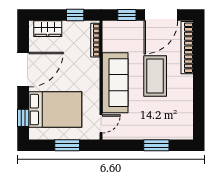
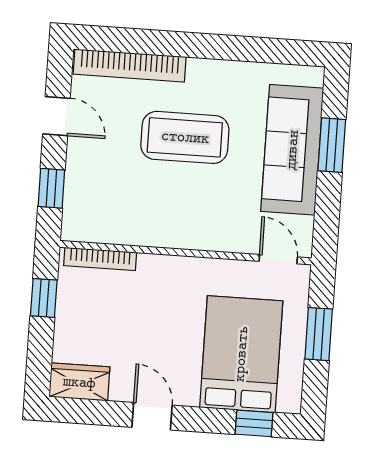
door: (161, 15) -> (56, 116), width x0.53
wardrobe: (48, 29) -> (79, 382), moved, turned -90
door: (23, 70) -> (152, 416), width x0.53
sofa: (115, 83) -> (292, 150), moved, turned -90

